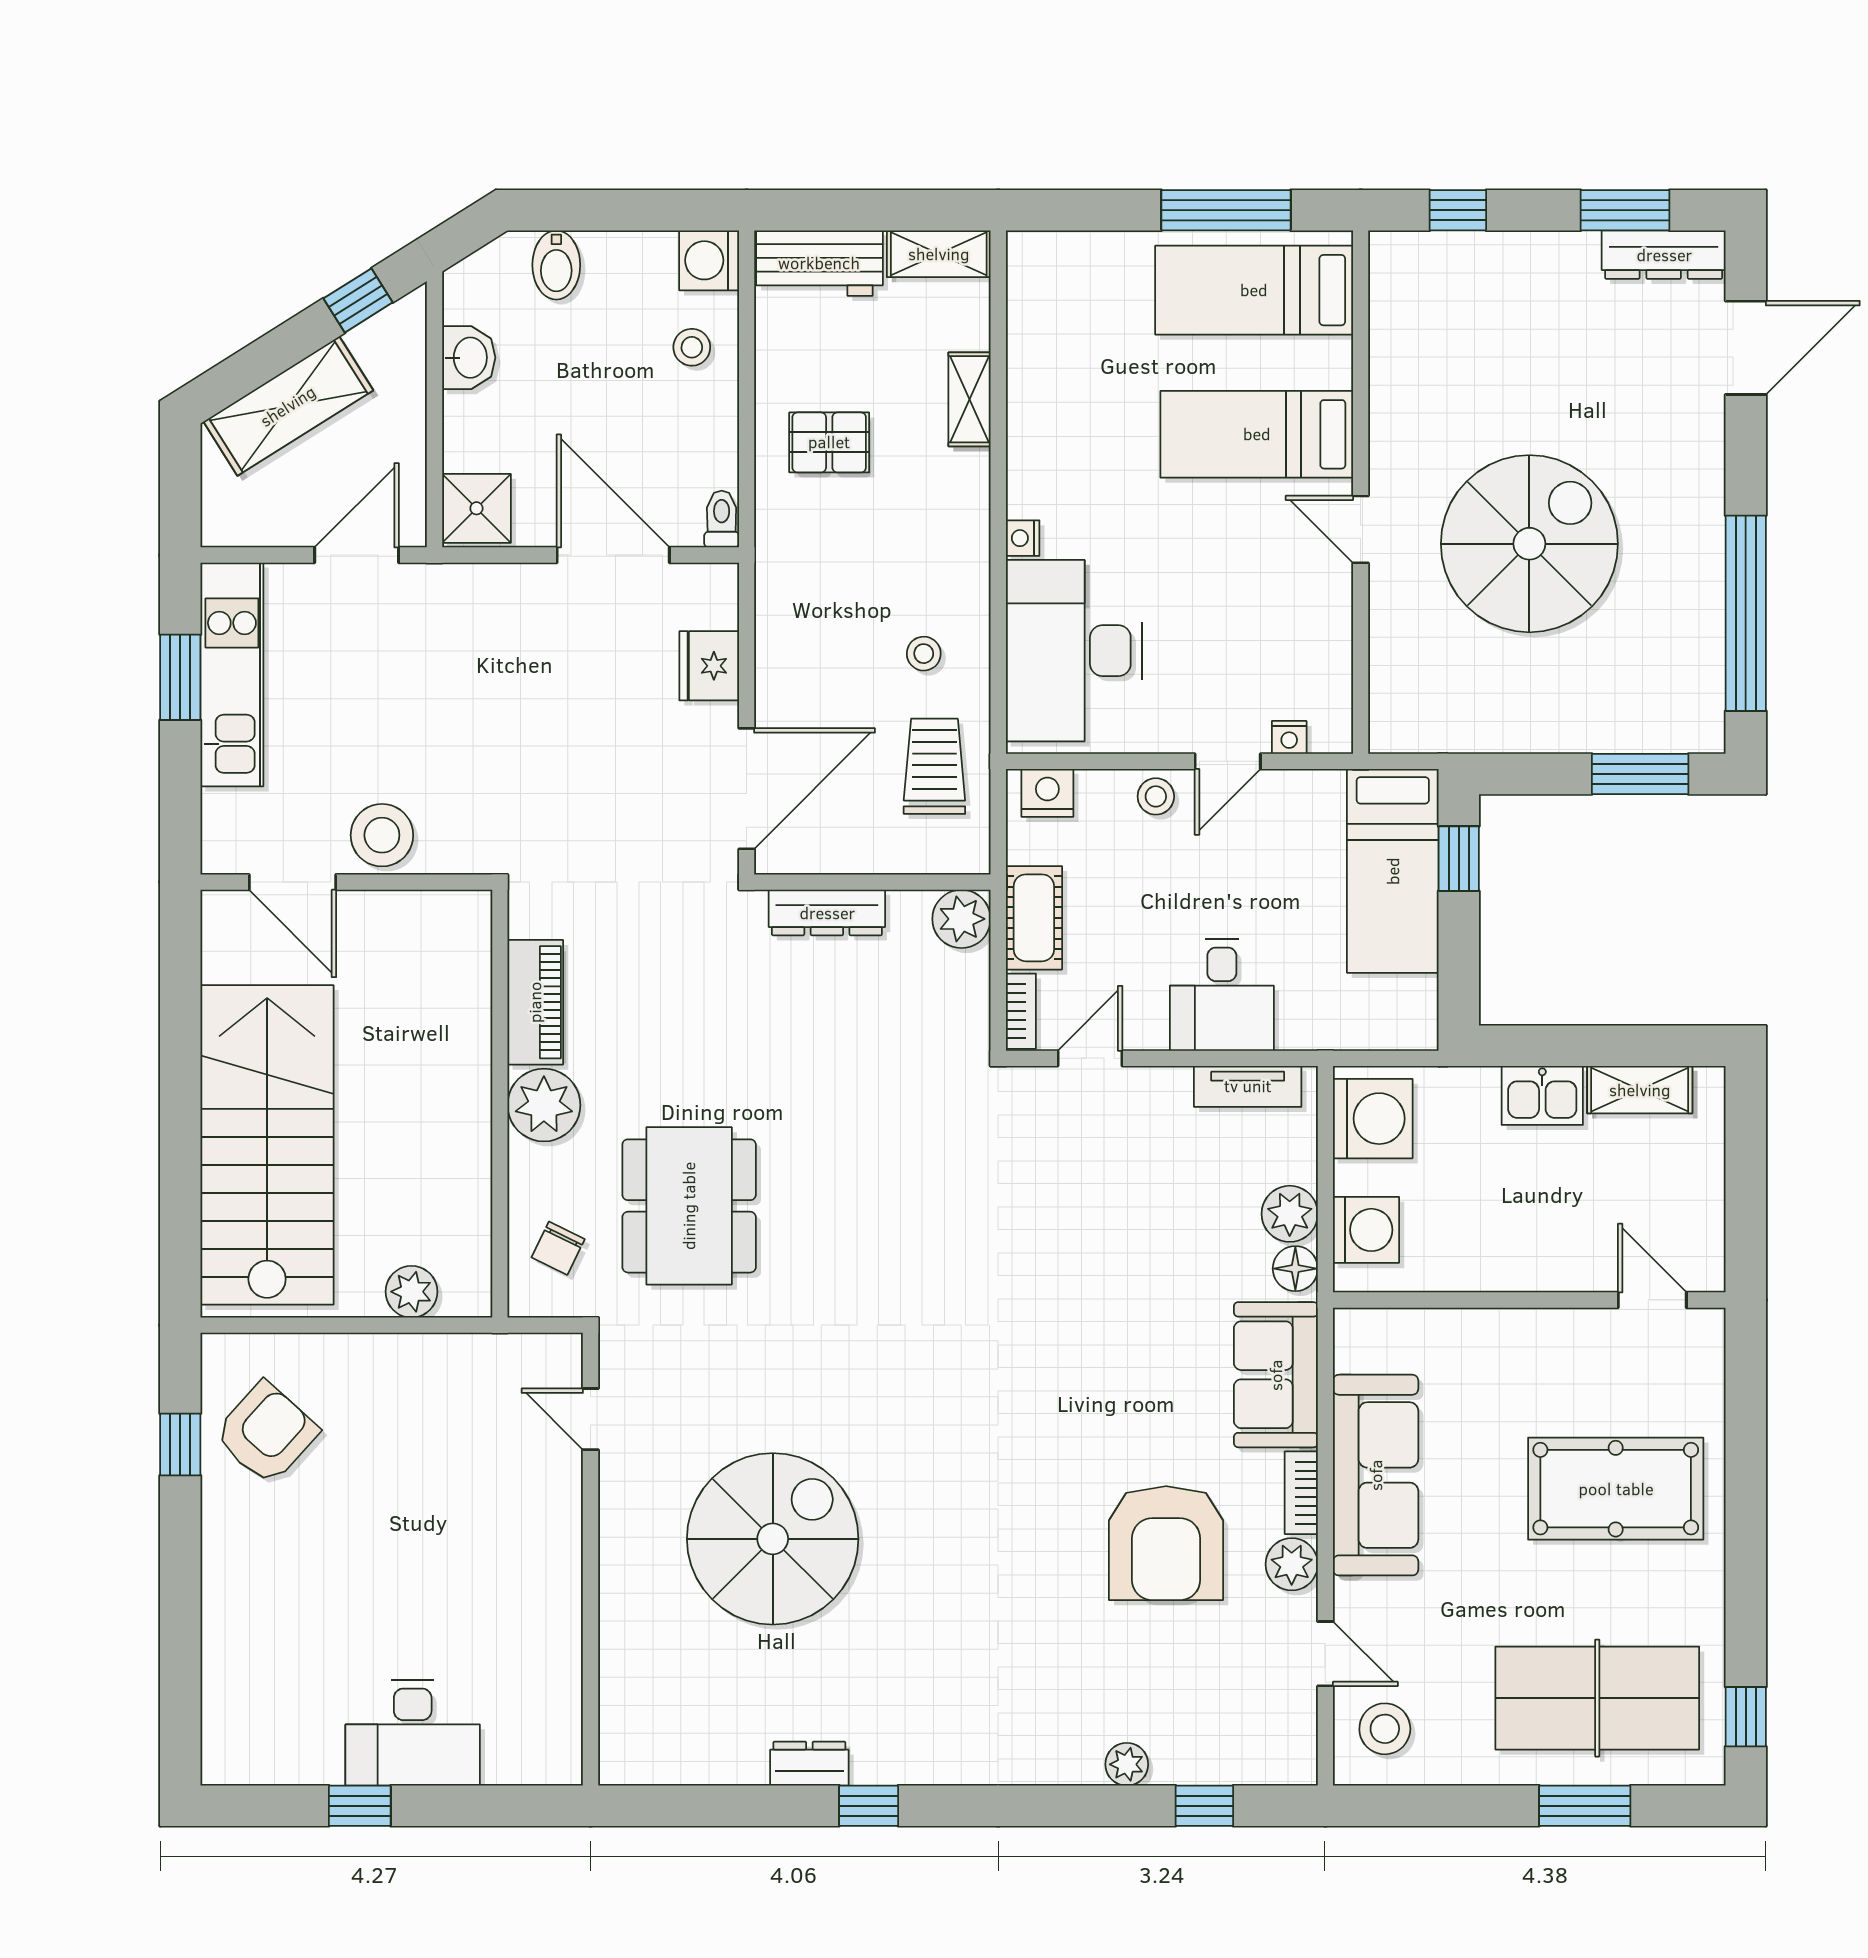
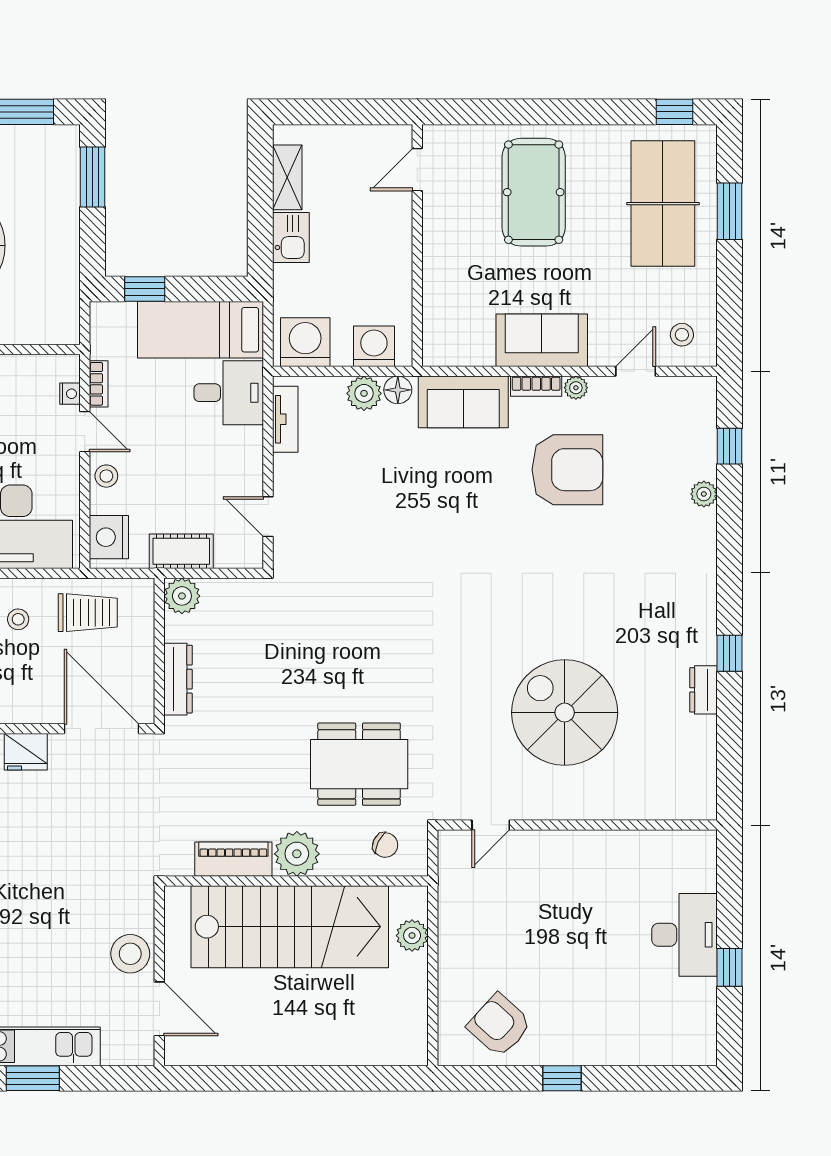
trolley: (934, 766) -> (88, 613), turned 180
nightstand: (1047, 793) -> (109, 537), width x1.36, depth x1.33
bed: (1393, 871) -> (200, 330), moved, turned 180
door: (293, 882) -> (159, 1009), hinge flipped
desk: (1222, 995) -> (229, 393), moved
bookcase: (1021, 1011) -> (99, 384), moved, turned 90
stairs: (267, 1145) -> (290, 927), moved, turned 180
window: (180, 1445) -> (562, 1078), moved
sofa: (1376, 1475) -> (542, 340), width x0.73
plant: (1292, 1564) -> (576, 388), width x0.73, depth x0.73
stool: (1385, 1729) -> (682, 335), width x0.73, depth x0.73

